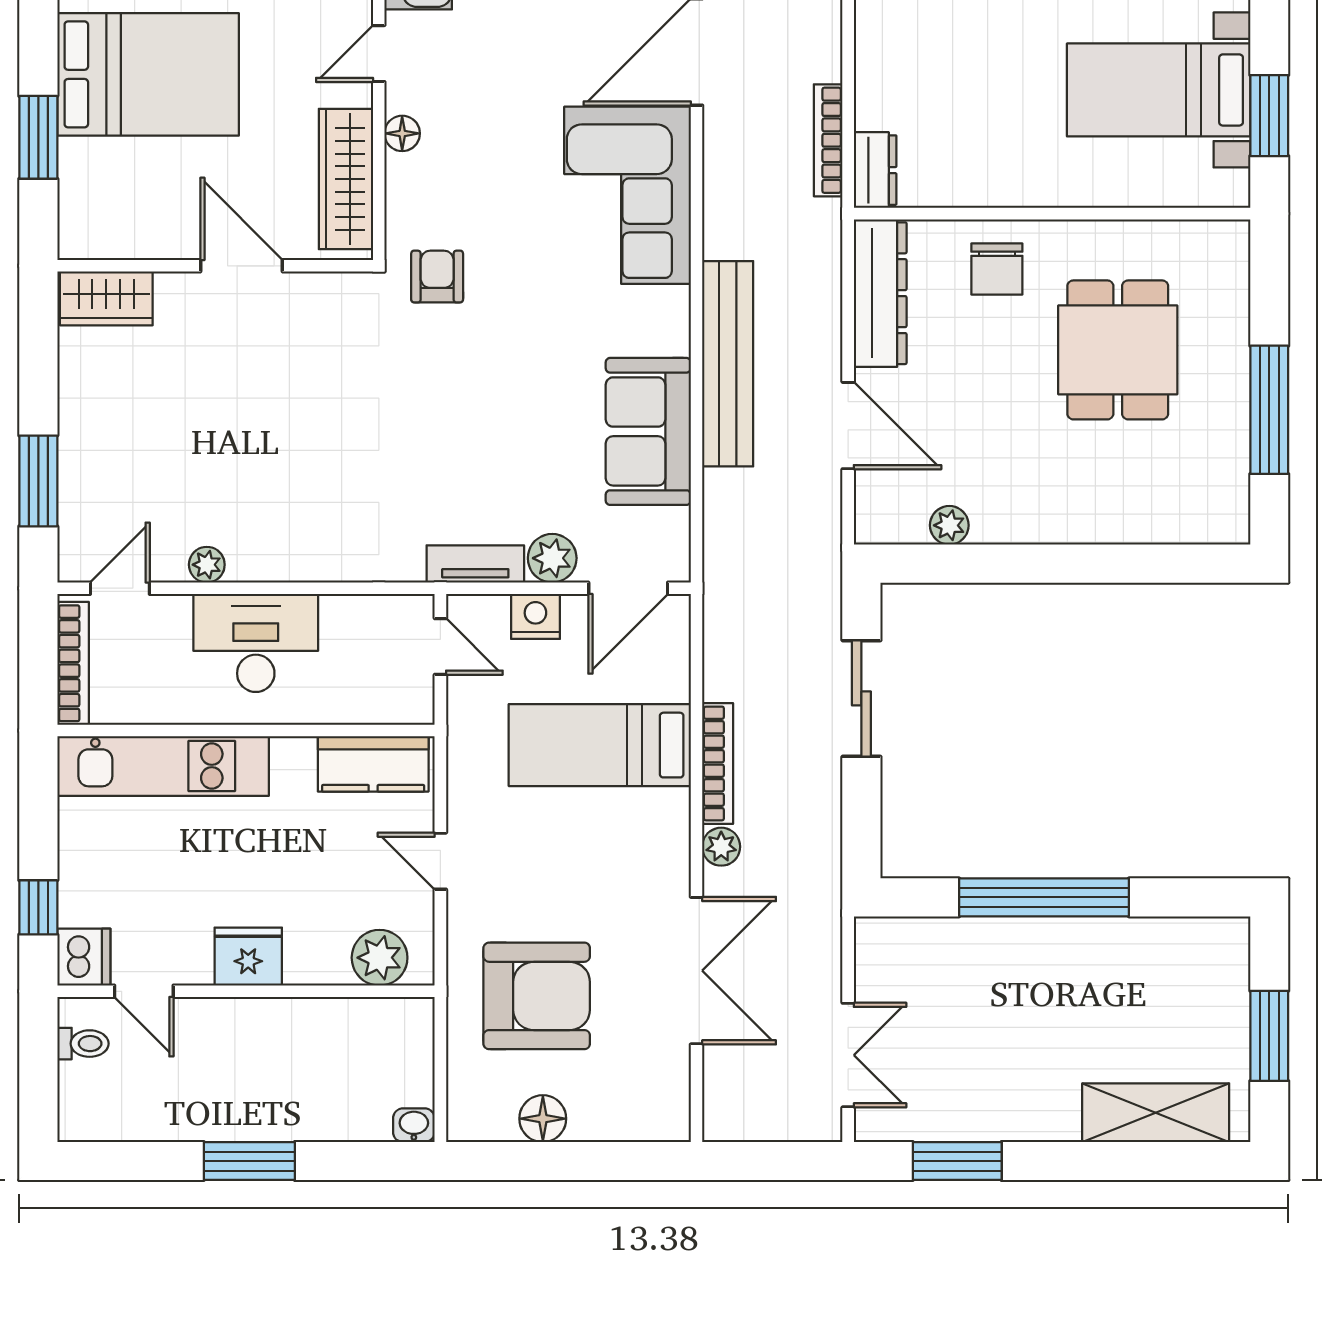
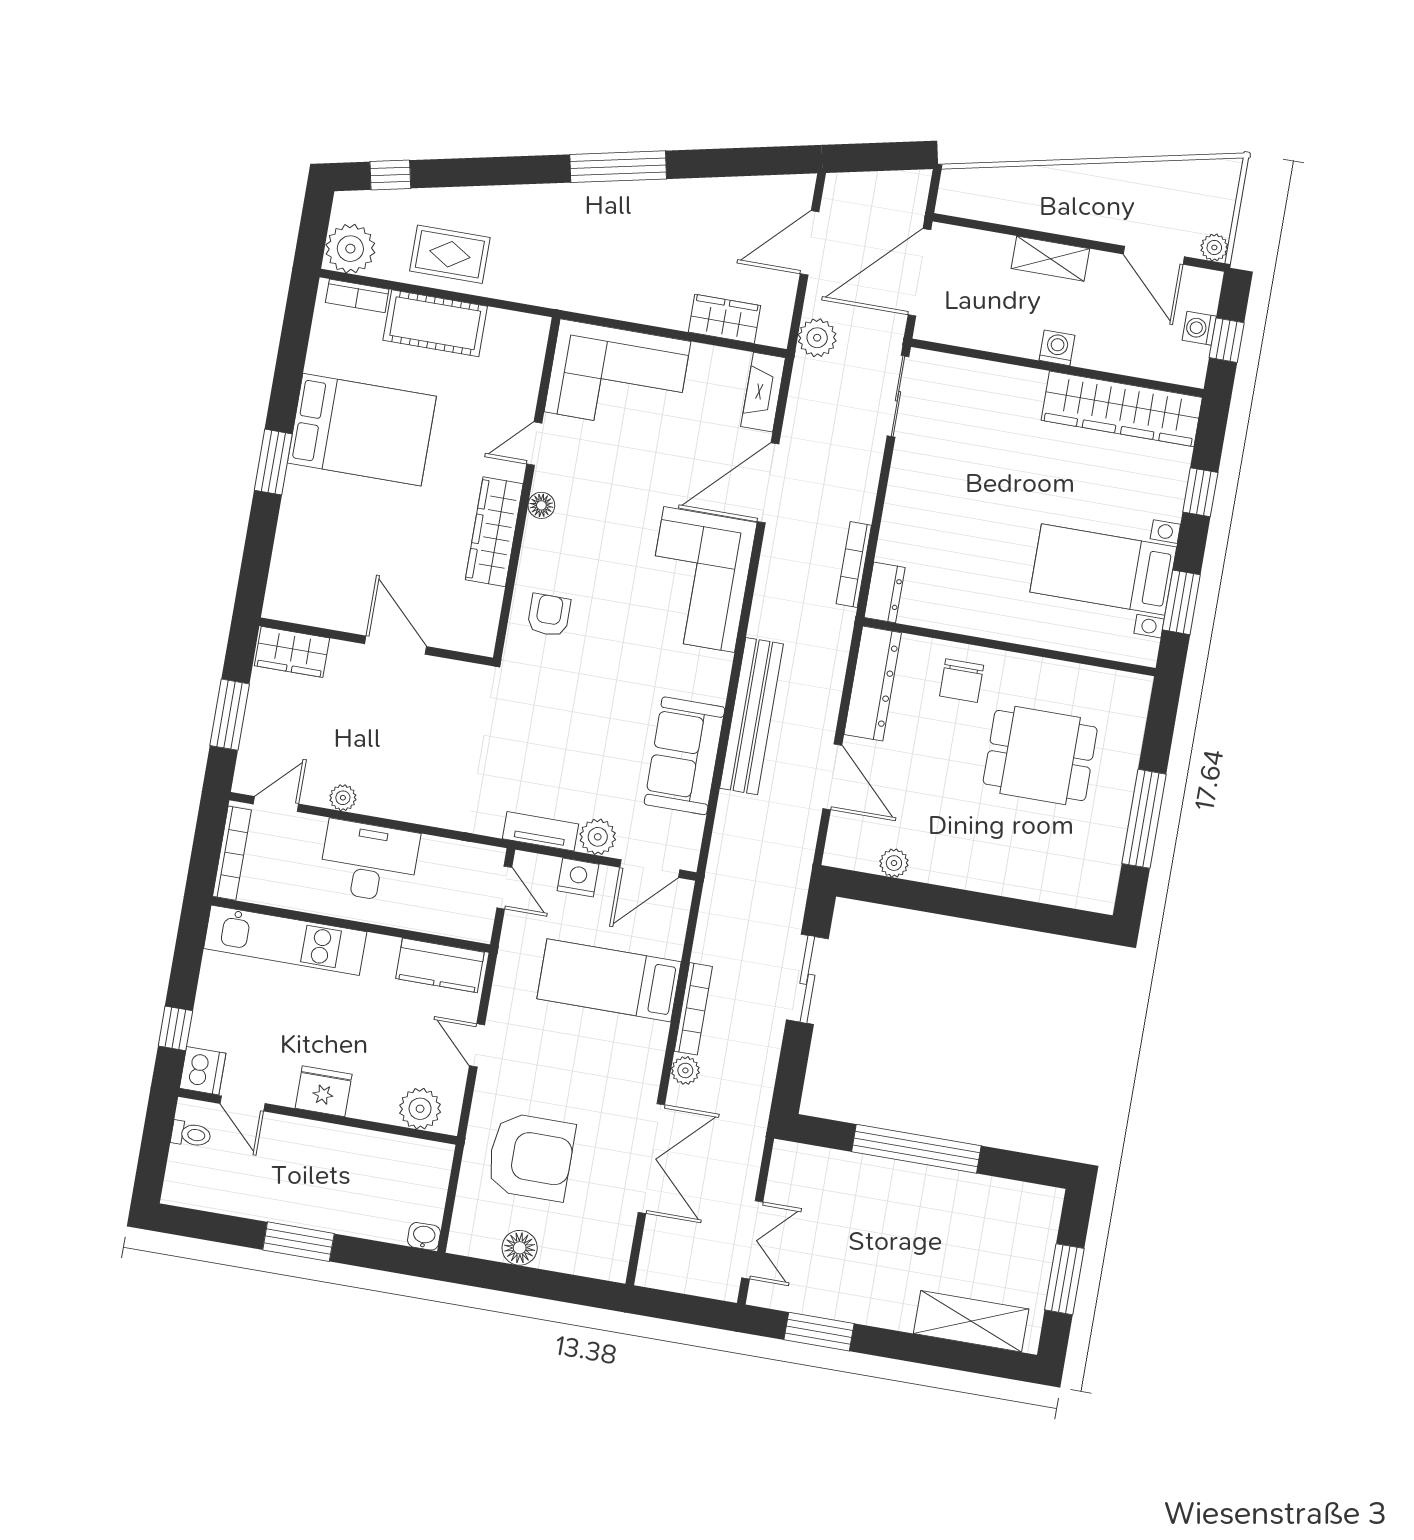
wall: (215, 266) -> (376, 642), moved
door: (242, 266) -> (396, 645), moved
wardrobe: (106, 298) -> (292, 652), moved
dining table: (1118, 350) -> (1040, 755), turned 90

